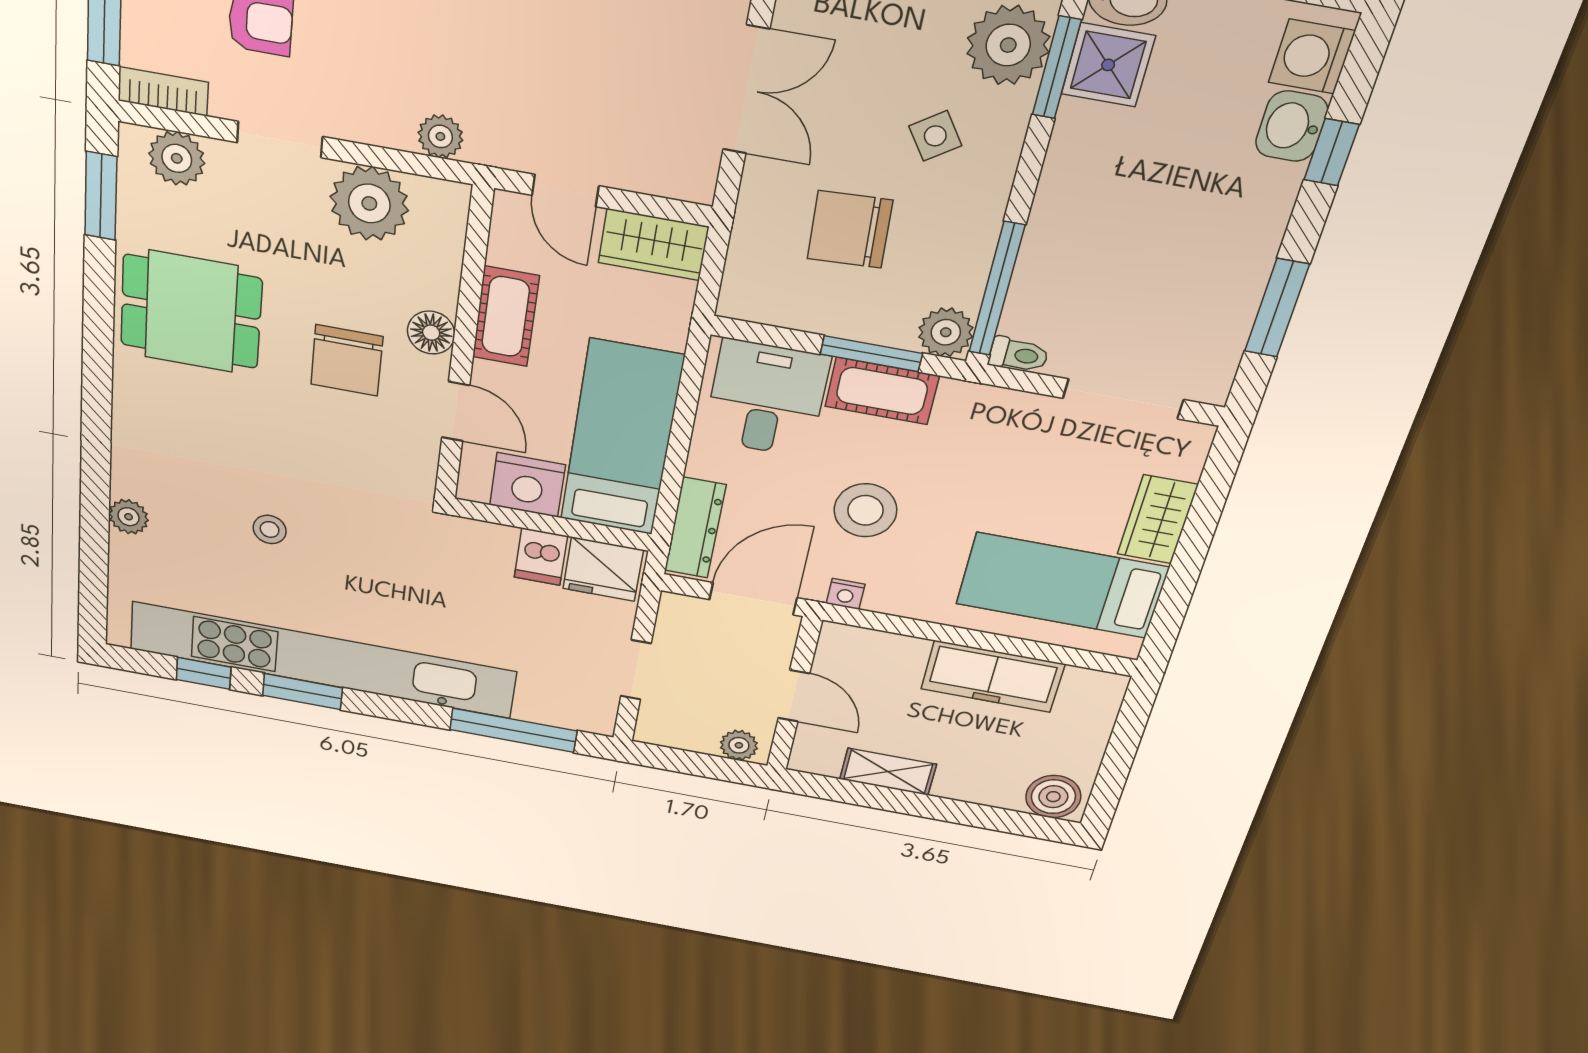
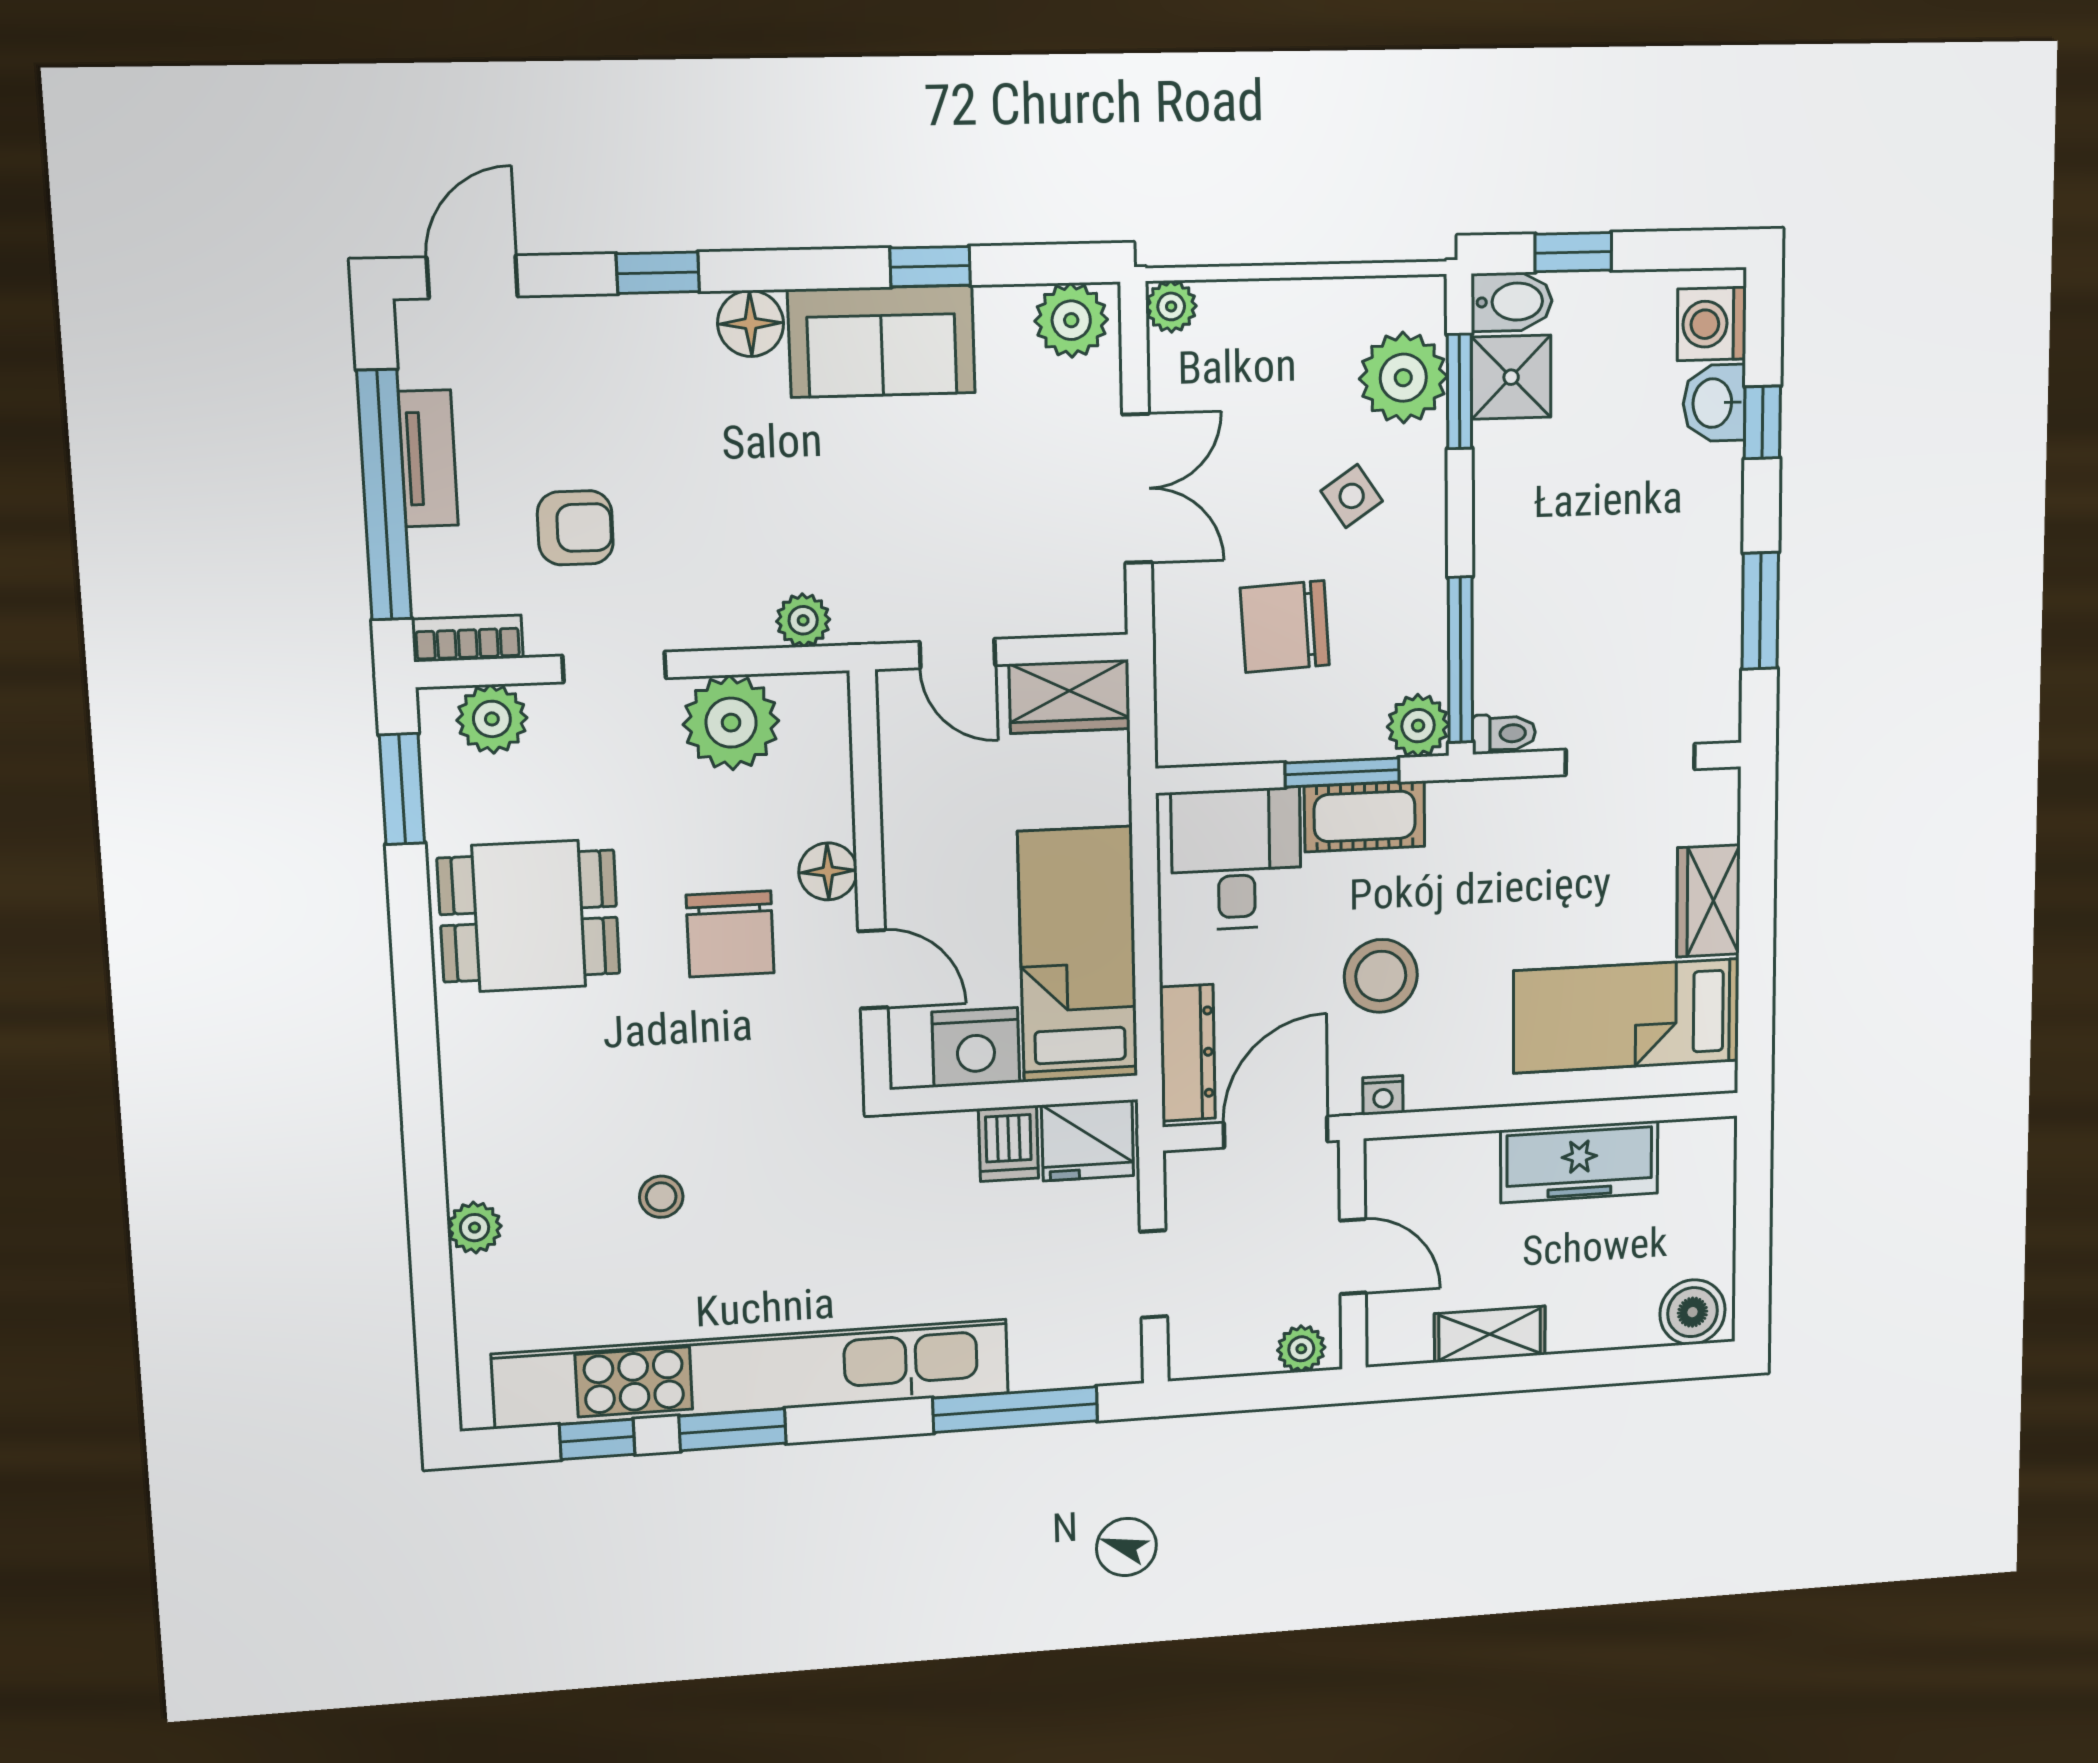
cot: (506, 317) -> (914, 829), removed

